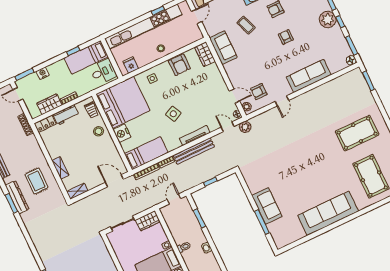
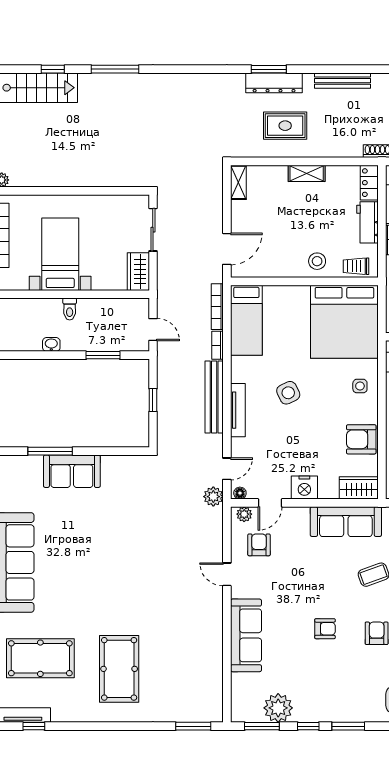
plant: (328, 19) -> (278, 708), moved
sofa: (223, 48) -> (346, 522), width x1.36
floor lamp: (351, 60) -> (239, 714), removed
nightstand: (122, 133) -> (304, 487), moved, turned 180
shelving: (60, 168) -> (307, 173), moved

